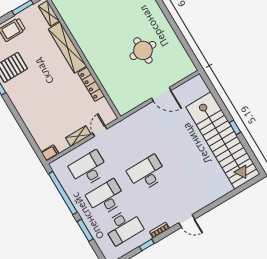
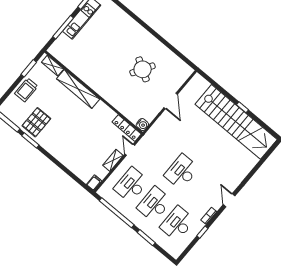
round table: (143, 50) -> (143, 69), turned 31
locker: (91, 84) -> (127, 128), moved
door: (161, 94) -> (171, 101), hinge flipped
water cooler: (123, 109) -> (142, 125), added
door: (187, 221) -> (229, 200), swing flipped
desk: (123, 227) -> (177, 224), turned 180

